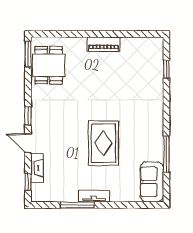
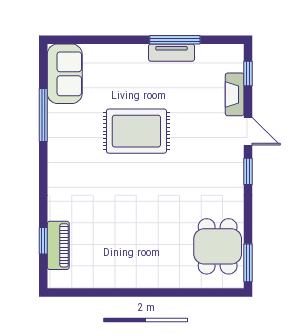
piano: (104, 44) -> (58, 245), moved, turned 90
rug: (103, 143) -> (136, 131), turned 90
tv unit: (94, 196) -> (172, 53), moved

